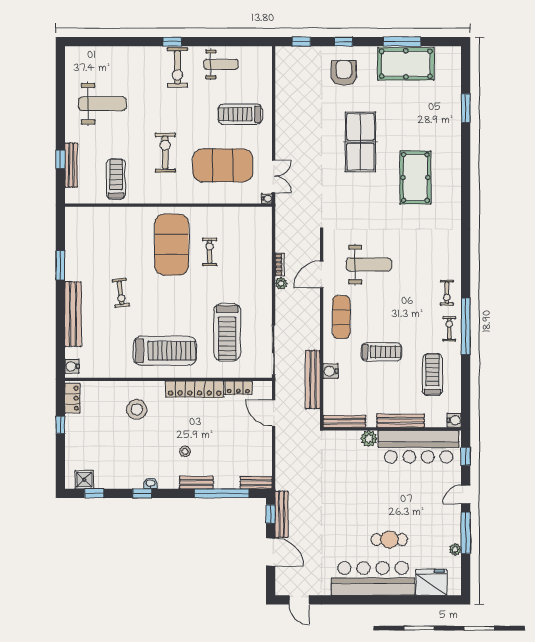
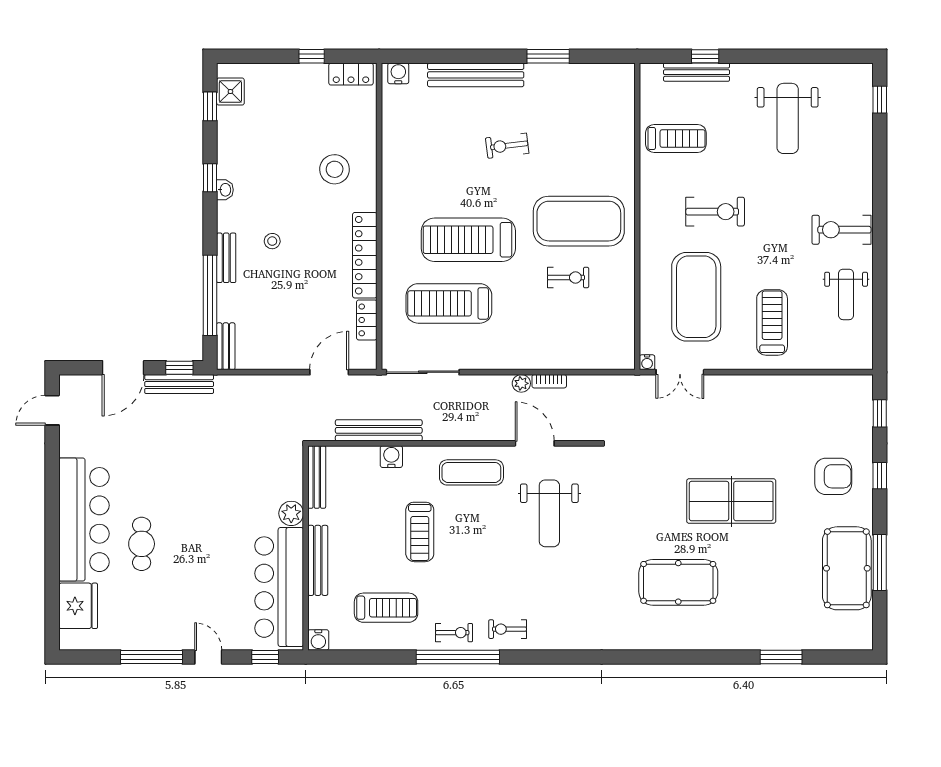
window: (172, 42) -> (880, 100), moved
treadmill: (165, 351) -> (468, 240), moved, turned 90
plant: (455, 550) -> (127, 641), removed

